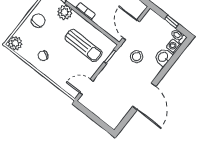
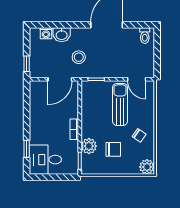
chair: (38, 21) -> (113, 149), moved, turned 180
window: (172, 22) -> (27, 64), moved
toilet: (179, 36) -> (145, 36), moved
sun lounger: (83, 45) -> (120, 104), moved

